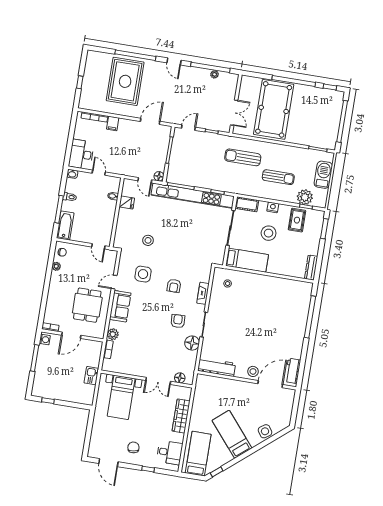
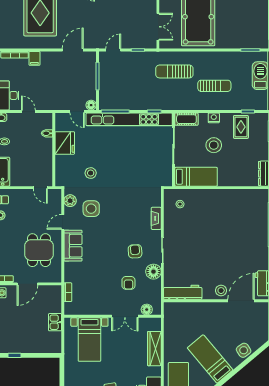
plant: (305, 197) -> (245, 102), removed
fridge: (127, 203) -> (65, 143), width x1.88, depth x1.34
armchair: (174, 286) -> (128, 283), moved
plant: (113, 334) -> (70, 201), moved

